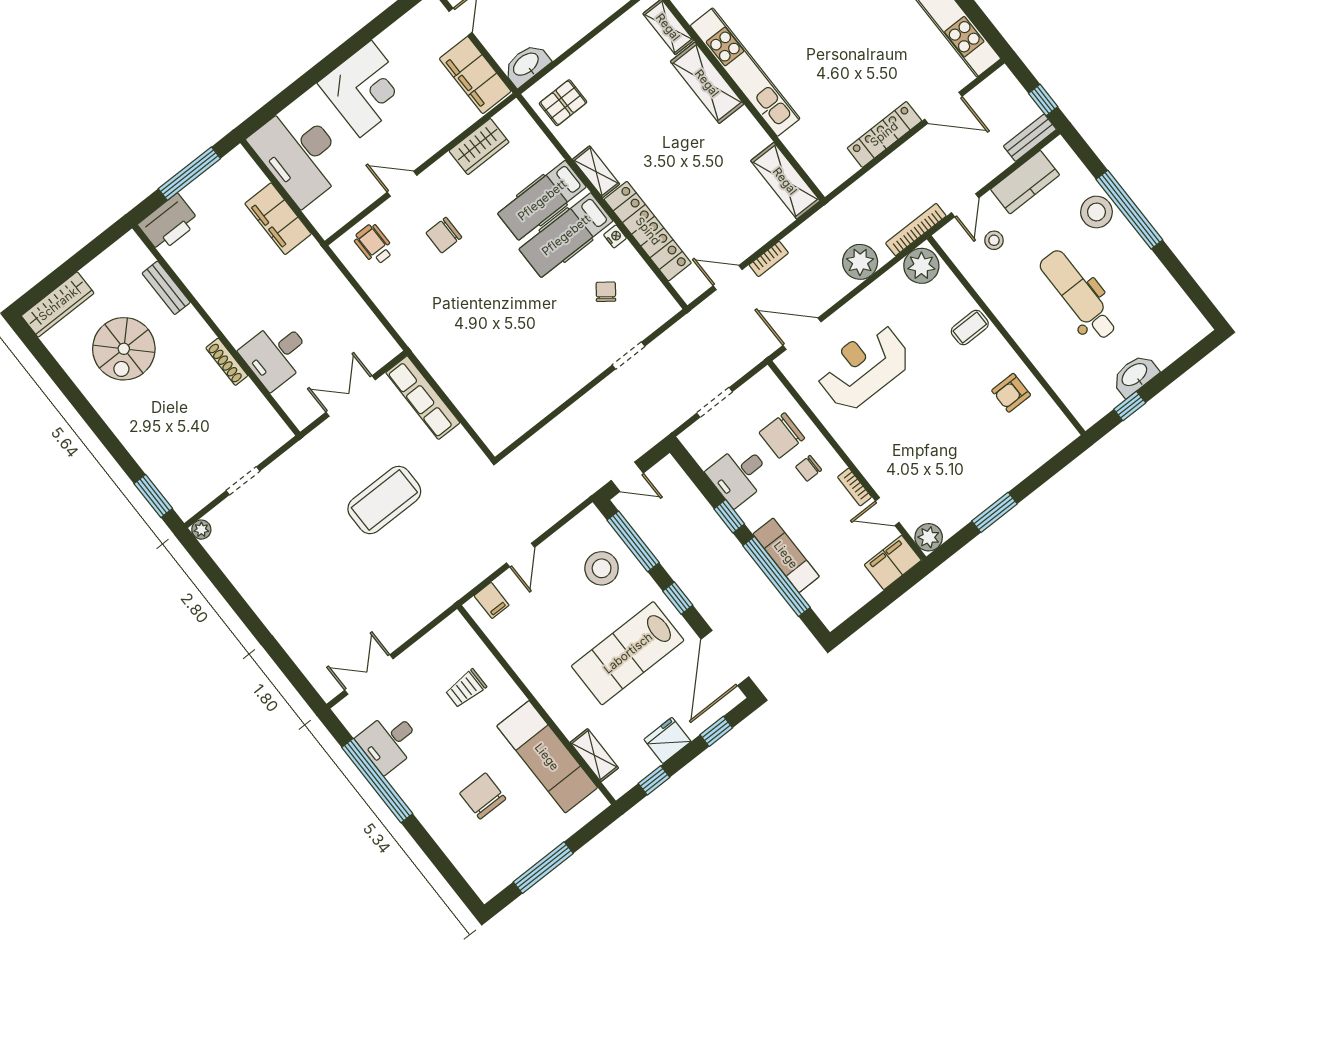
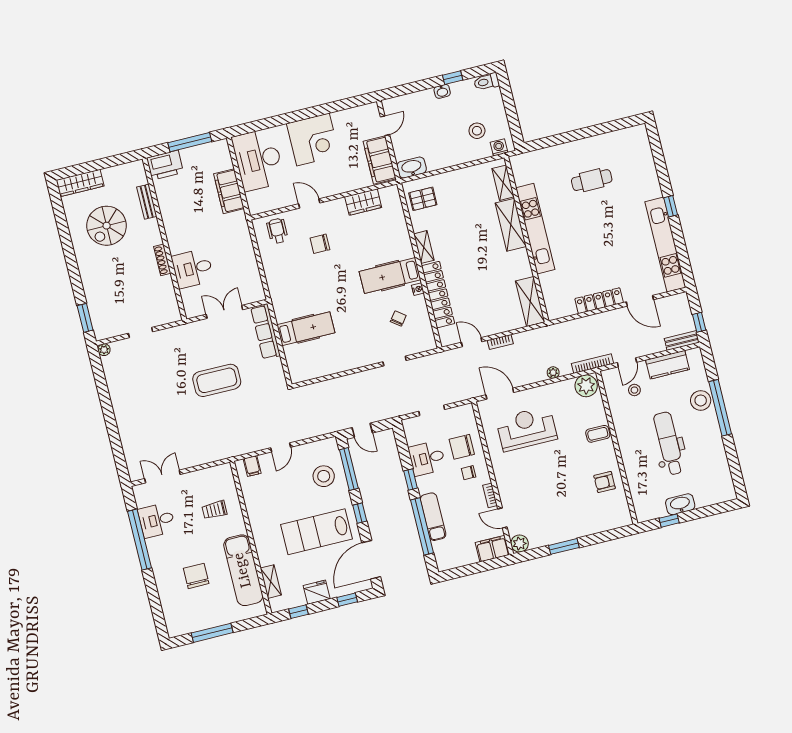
hospital bed: (542, 200) -> (306, 329), moved, turned 180
plant: (860, 262) -> (553, 373), width x0.53, depth x0.53

